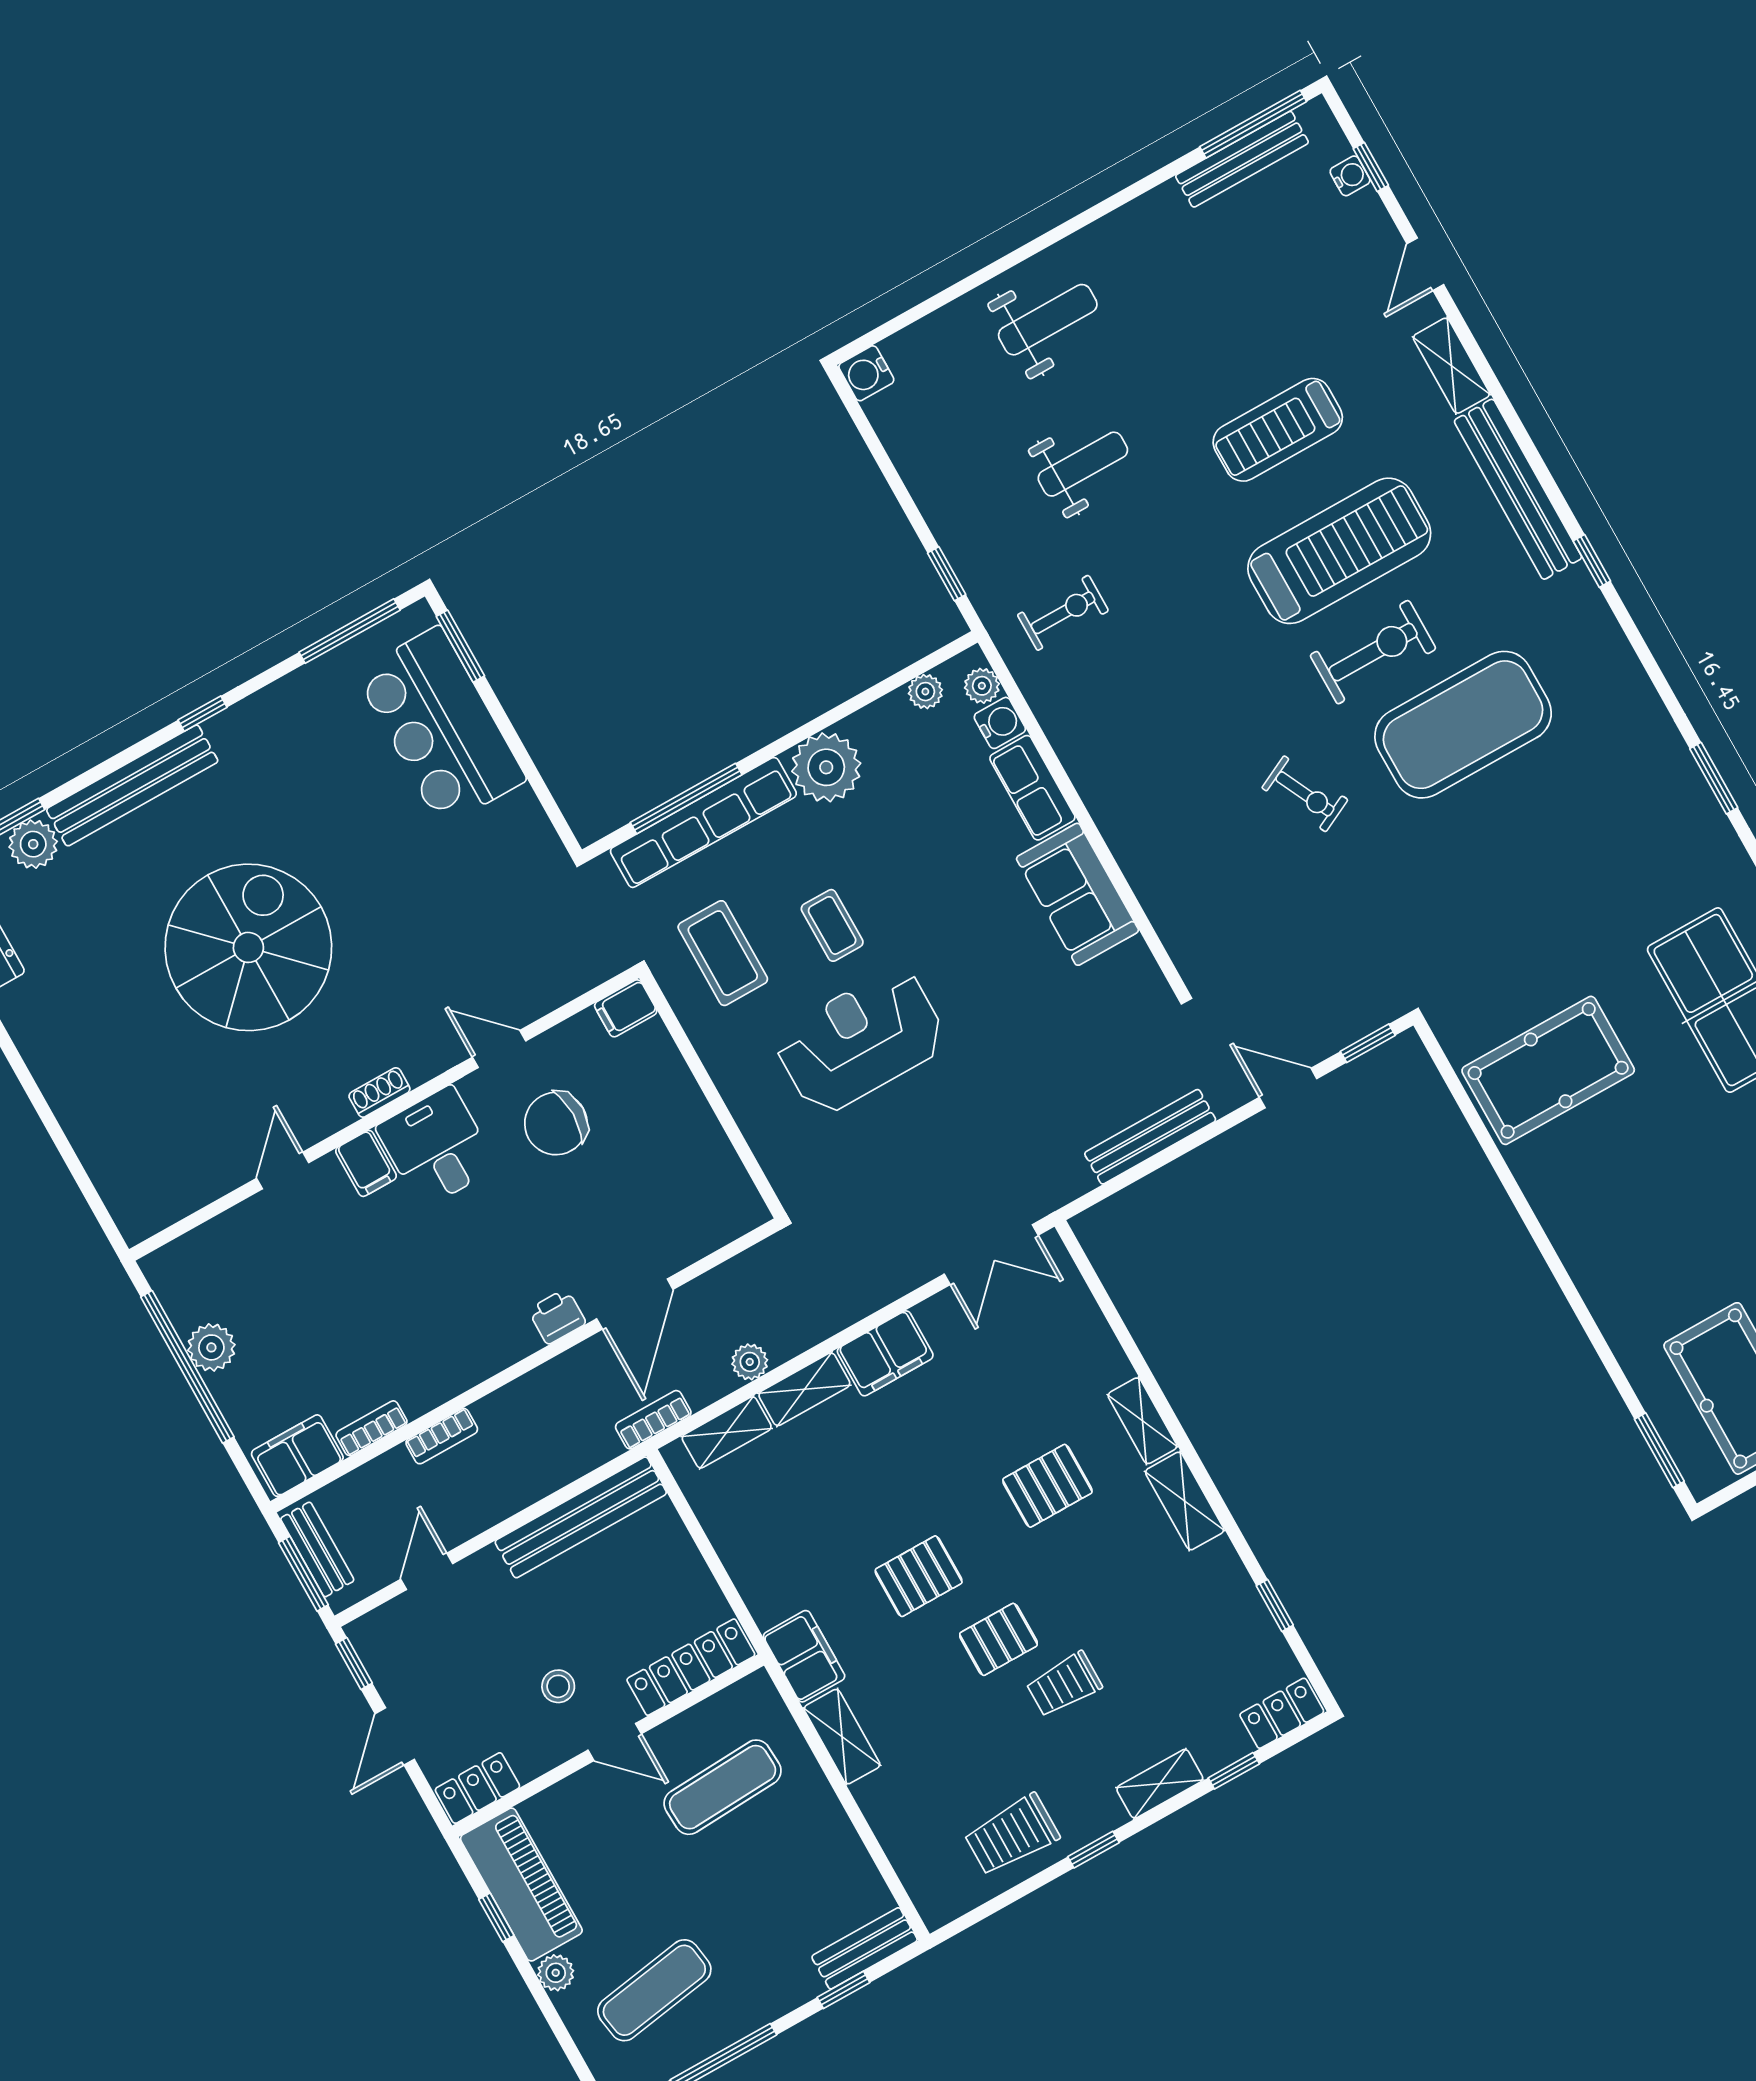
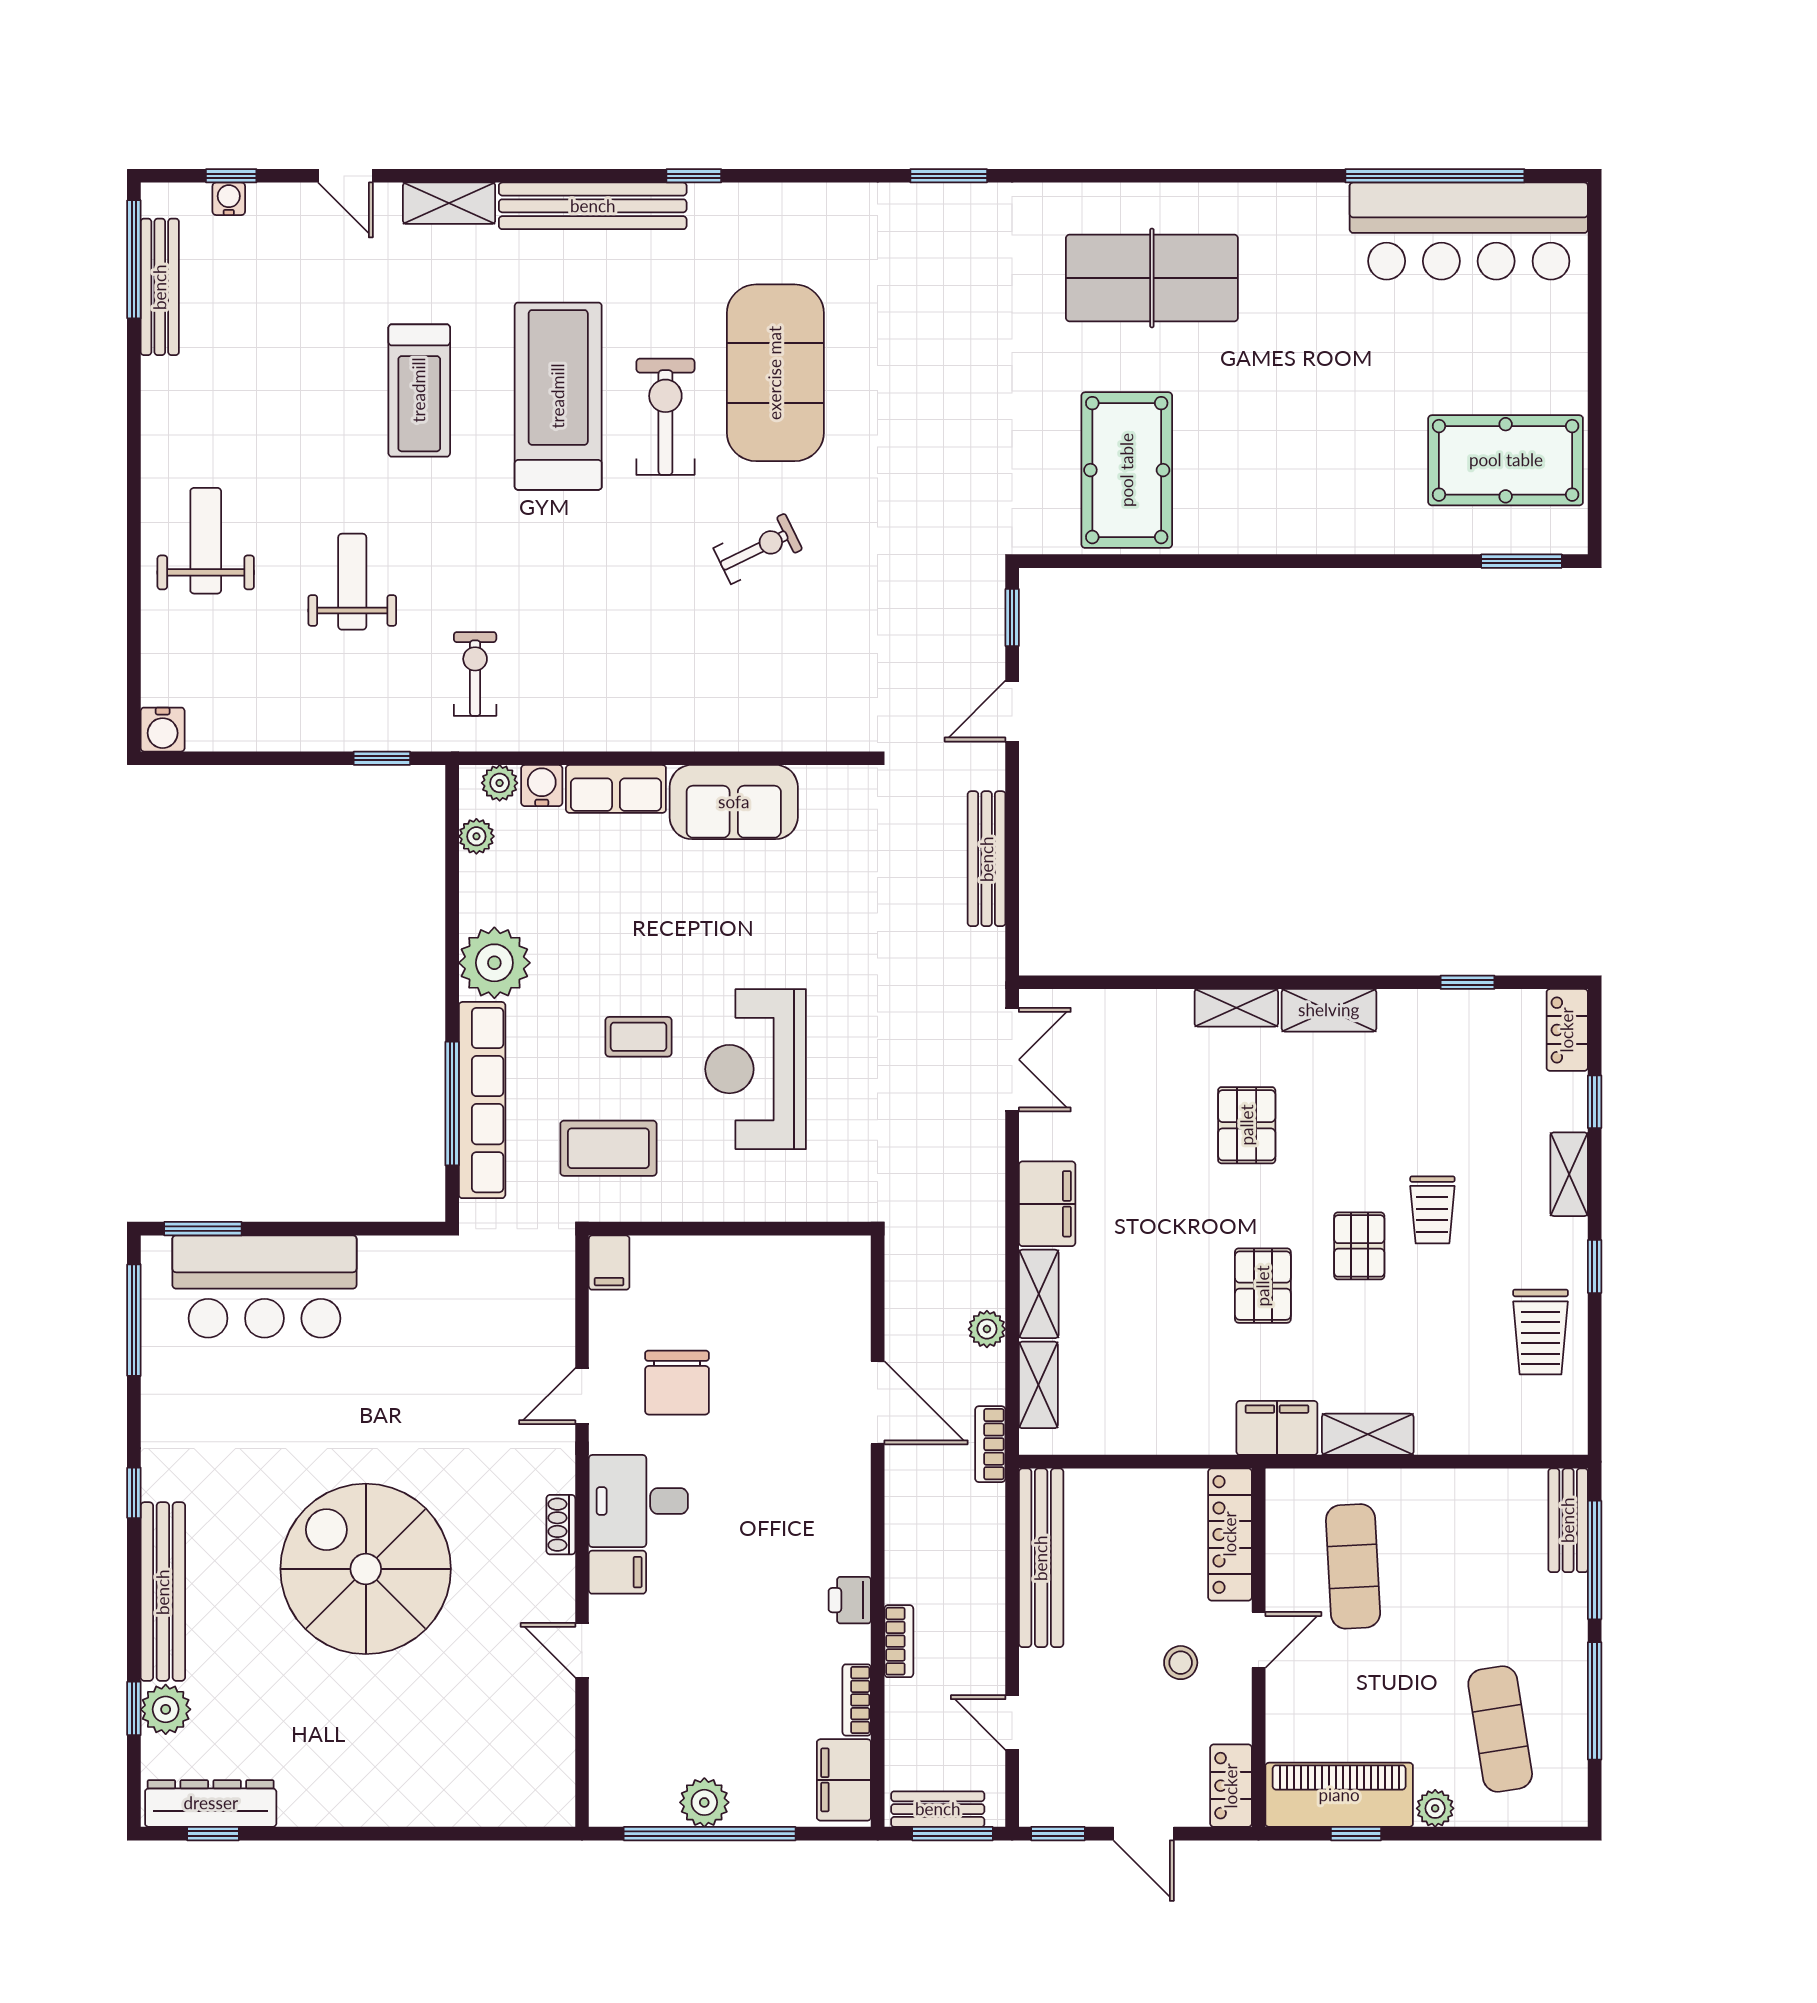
printer: (557, 1316) -> (850, 1600), moved
window: (843, 1990) -> (1595, 1560), width x2.17

